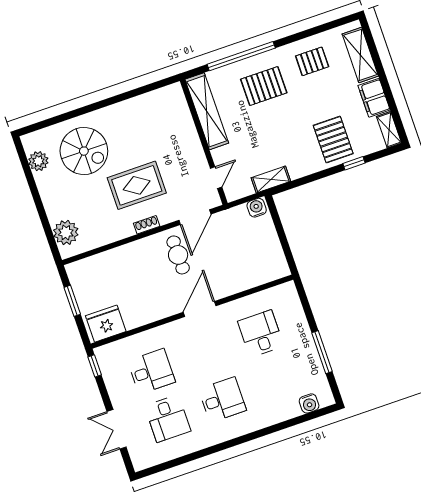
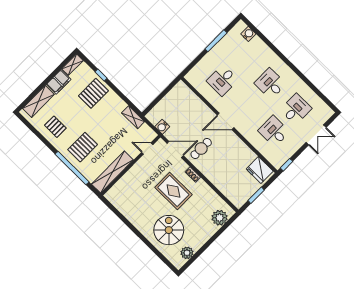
pallet: (264, 86) -> (83, 147), turned 90
water cooler: (257, 208) -> (162, 127), moved

